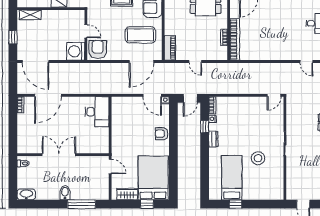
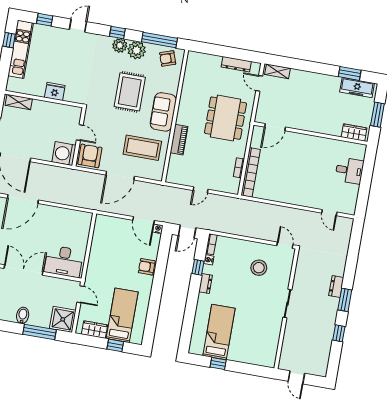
piano: (170, 48) -> (179, 140), moved
door: (141, 61) -> (120, 176), moved
door: (195, 61) -> (201, 190), hinge flipped
door: (274, 95) -> (285, 245), swing flipped
desk: (97, 112) -> (64, 261), moved, turned 90
stool: (258, 158) -> (259, 268), moved
bed: (153, 178) -> (122, 315), width x0.67
shower: (99, 190) -> (63, 319), added

